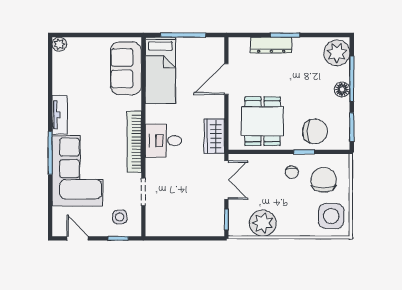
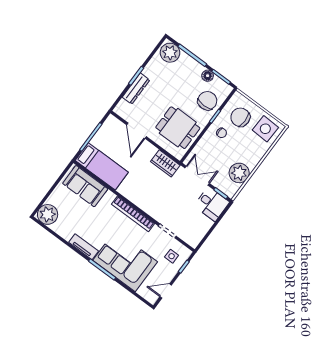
plant: (59, 44) -> (48, 214), width x1.87, depth x1.87
floor lamp: (342, 89) -> (208, 76), moved
desk: (163, 141) -> (212, 204), moved, turned -90

